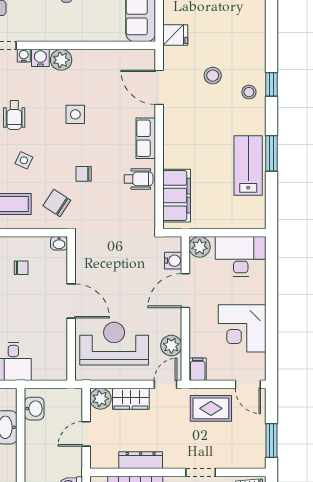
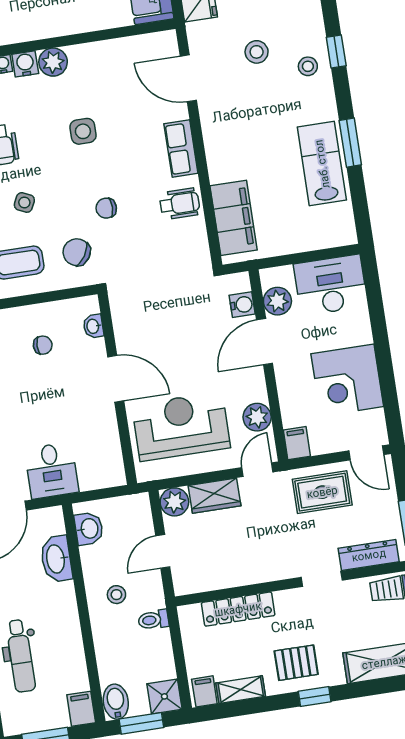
washbasin: (59, 243) -> (93, 326), moved, turned 90
plant: (200, 247) -> (277, 301), moved
dresser: (141, 460) -> (369, 555), moved
stool: (47, 461) -> (116, 595), added

